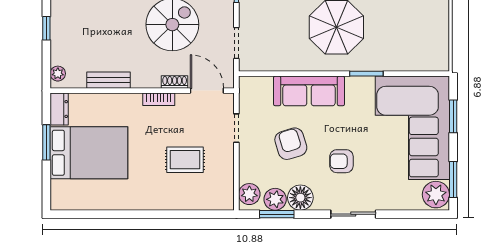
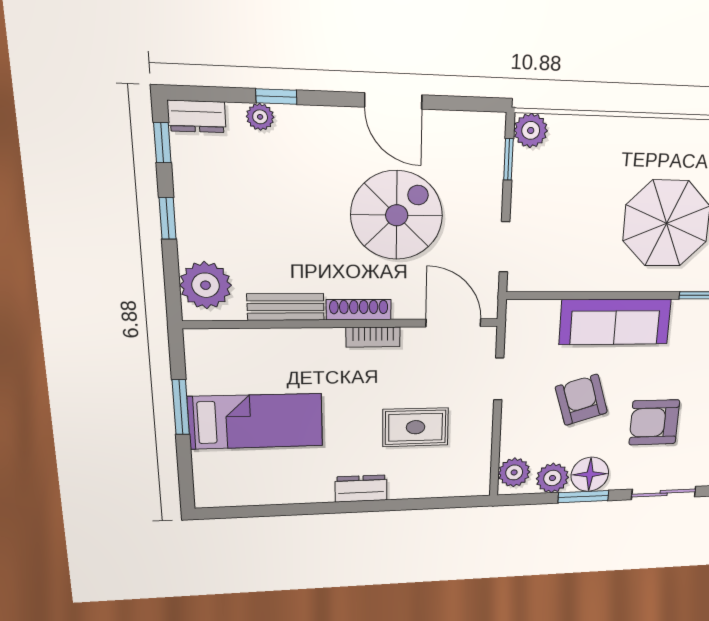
plant: (58, 74) -> (206, 285), width x1.88, depth x1.88
shoe rack: (175, 82) -> (359, 310), moved, width x1.43
dresser: (59, 109) -> (361, 489), moved, turned -90
bed: (89, 153) -> (256, 421), width x0.67
armchair: (341, 161) -> (654, 422), width x1.38, depth x1.38
window: (277, 214) -> (583, 497), moved

